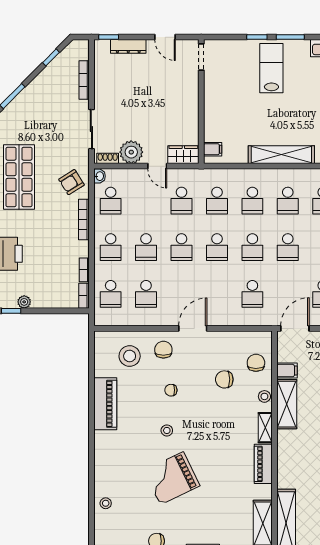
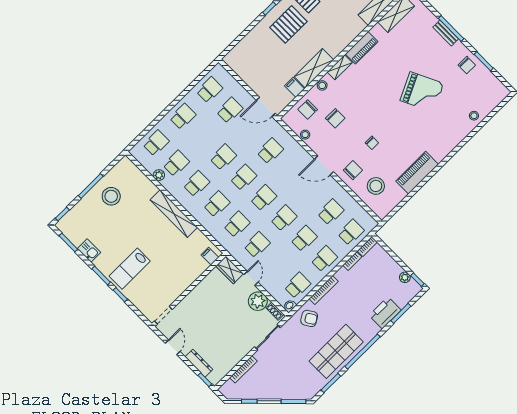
chair: (163, 350) -> (353, 170), turned 180
stool: (167, 430) -> (305, 135), moved

